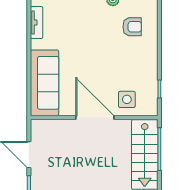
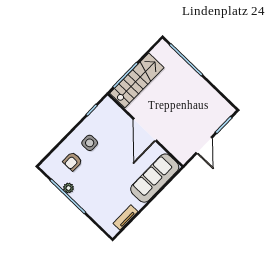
armchair: (132, 27) -> (72, 161), turned -90
side table: (127, 99) -> (90, 143), moved

